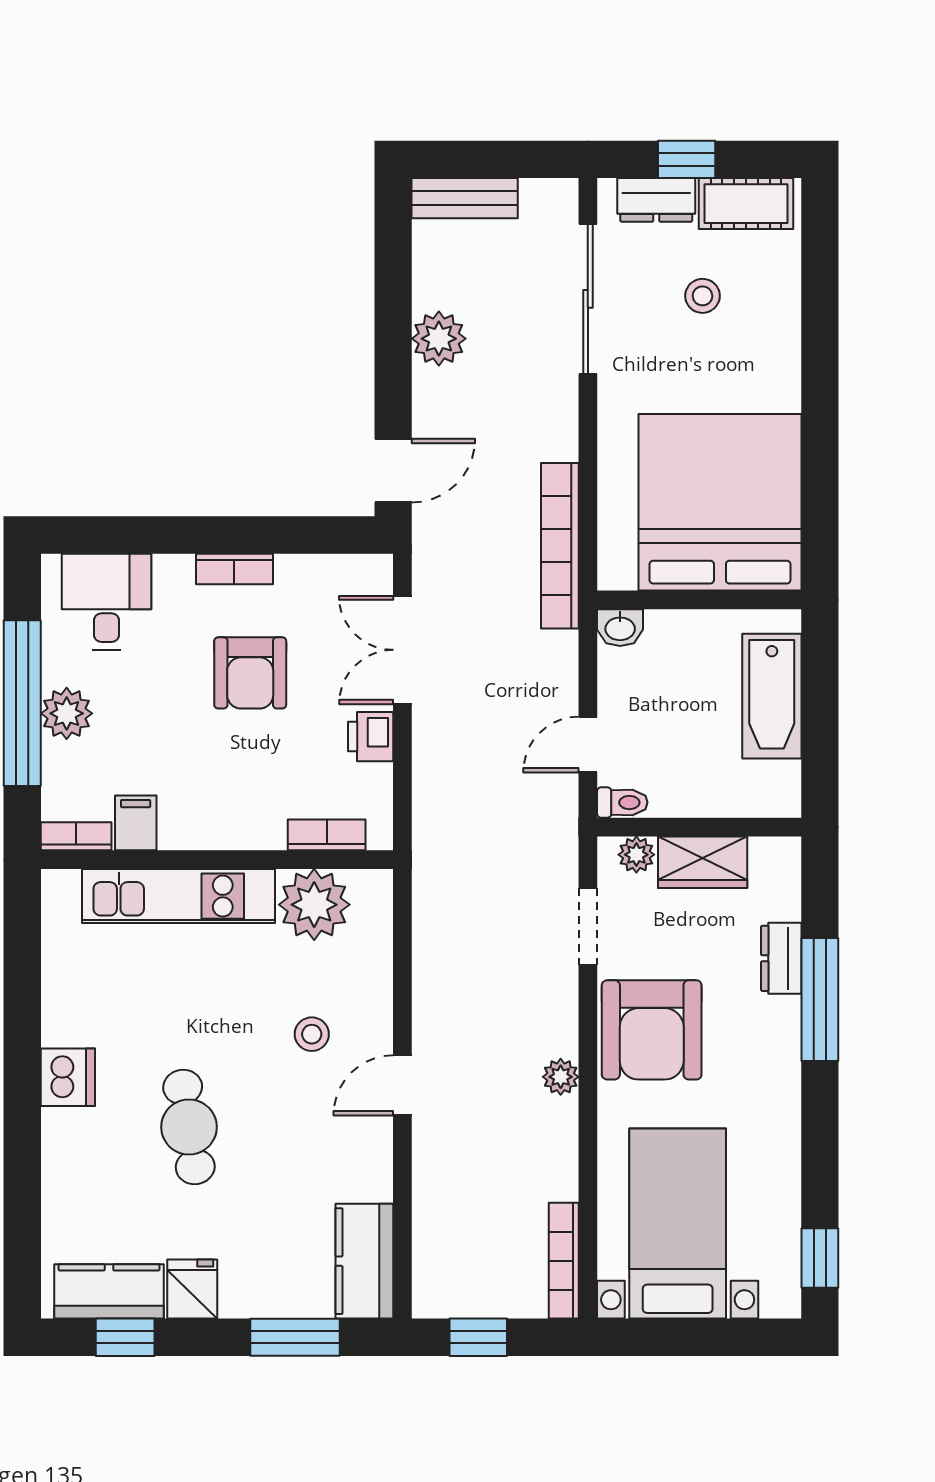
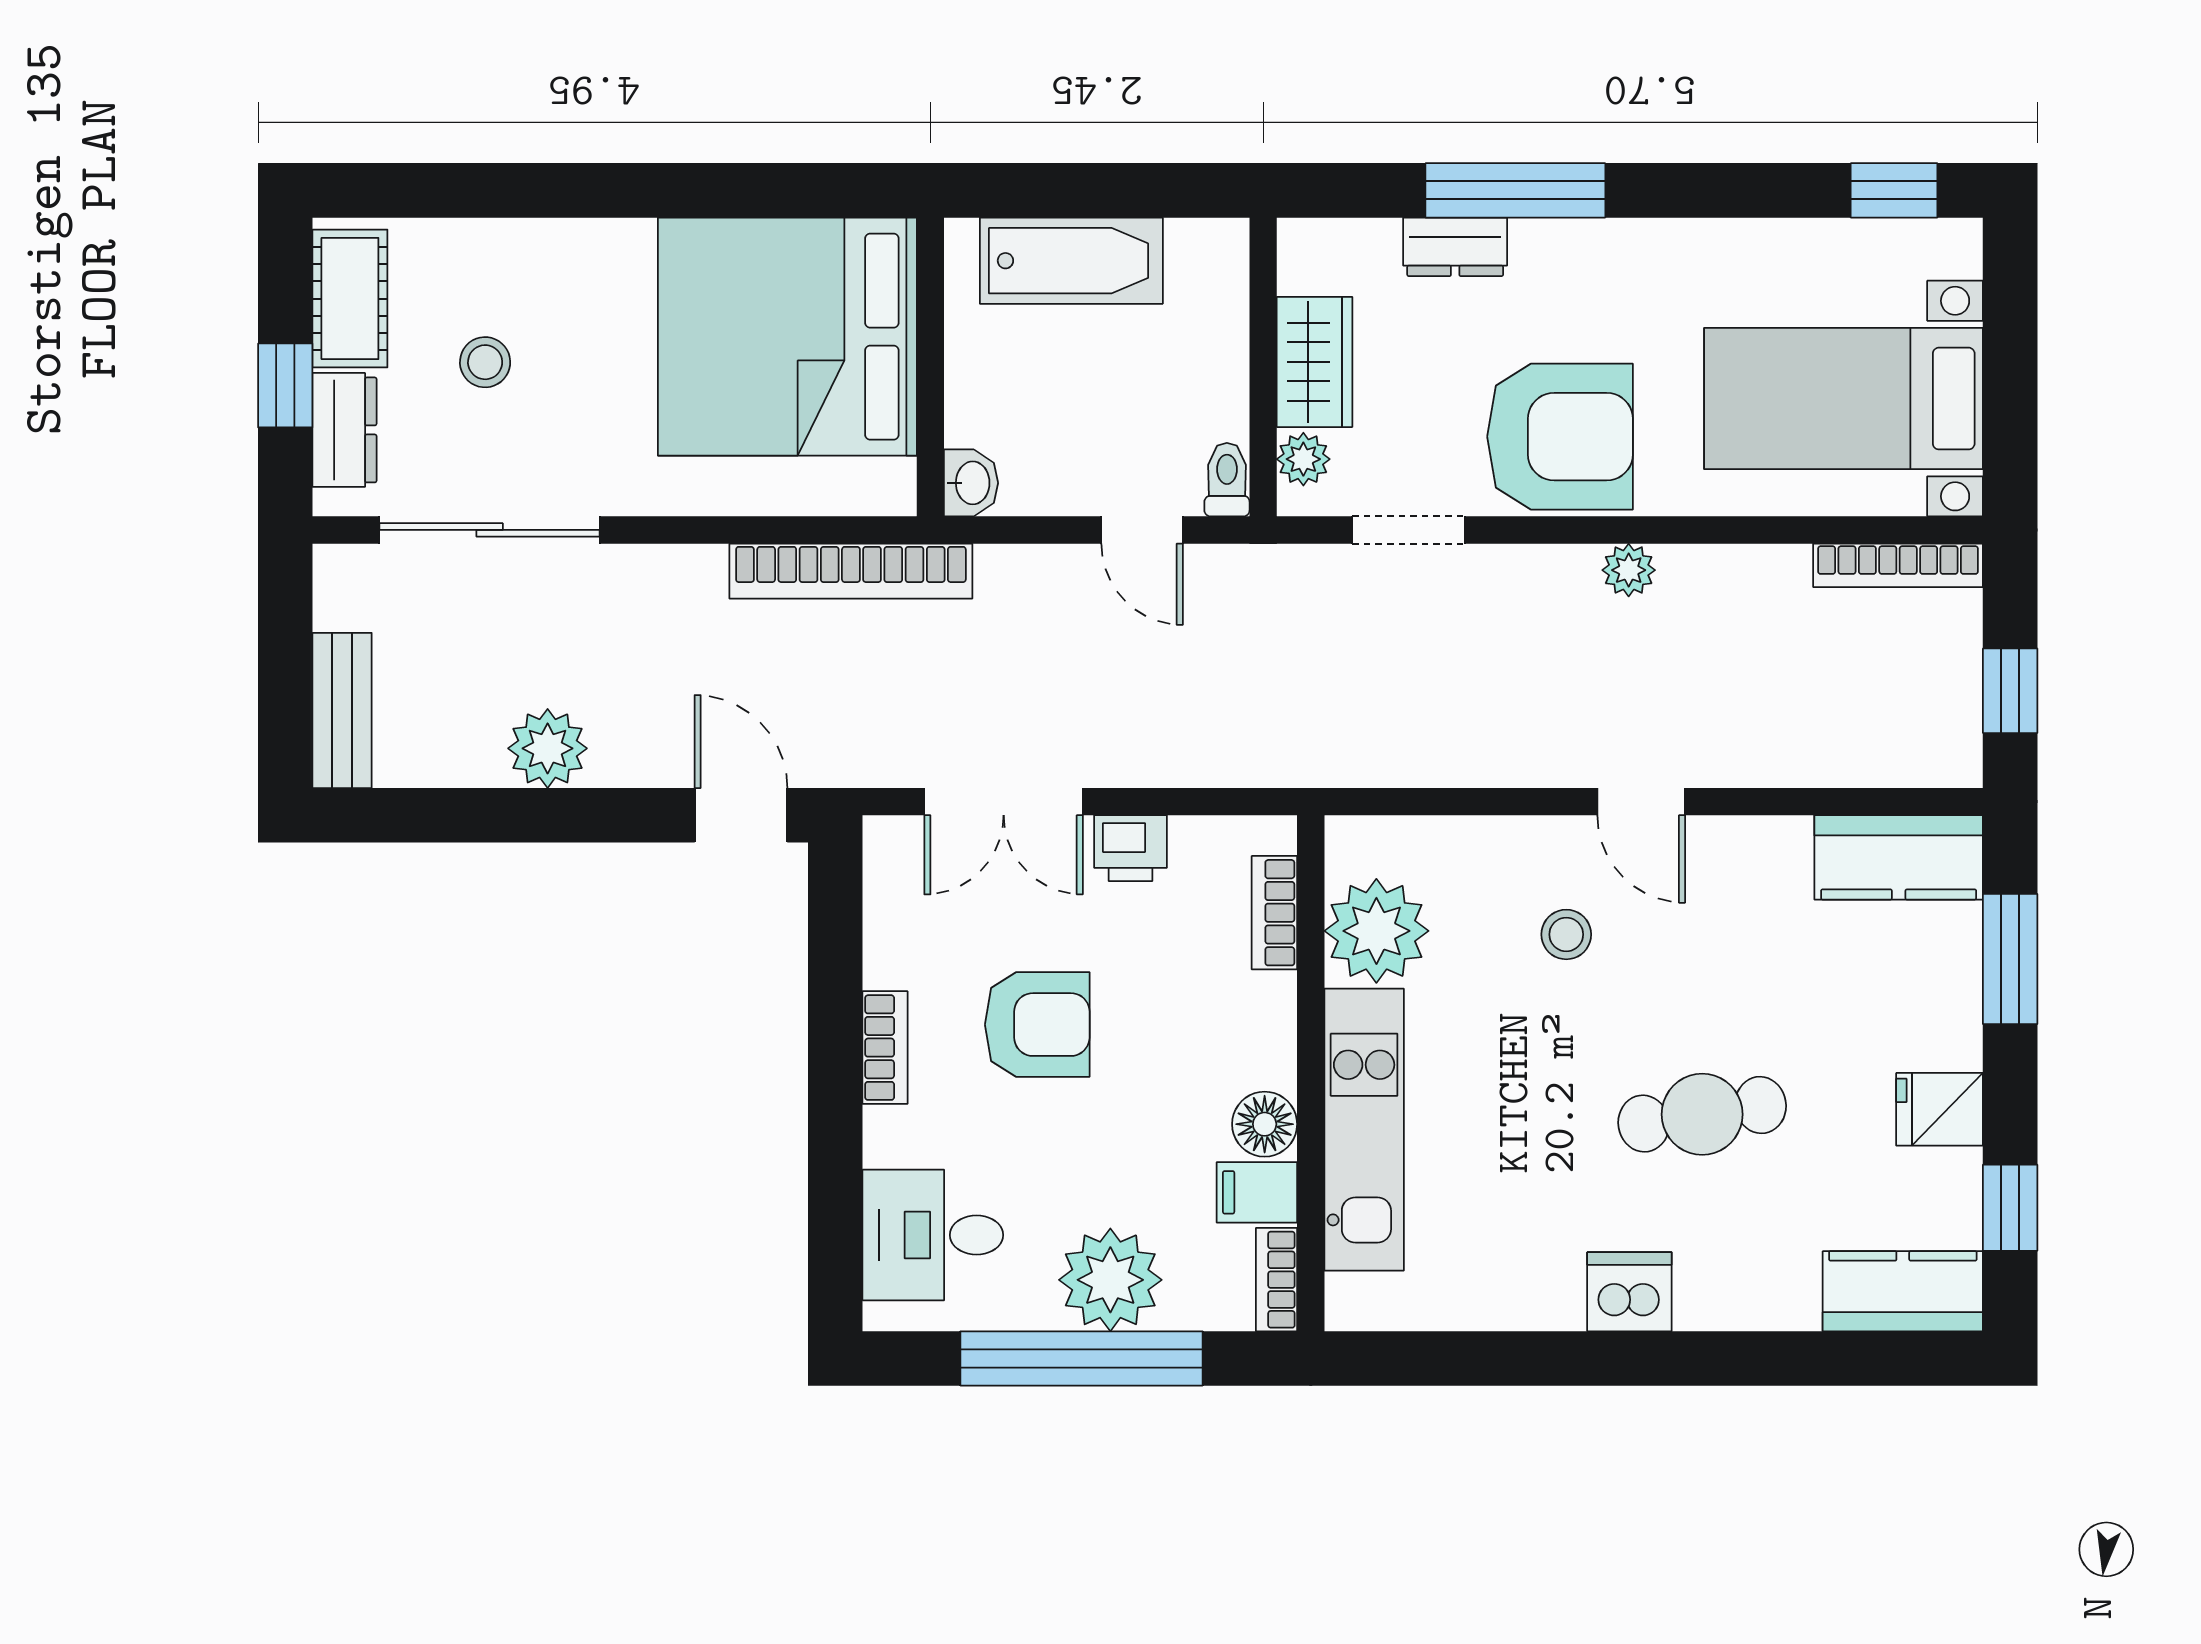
plant: (67, 713) -> (1110, 1280), width x1.36, depth x1.36
floor lamp: (182, 828) -> (1265, 1124), added
kitchen counter: (109, 1291) -> (1903, 1291), moved, turned 90

